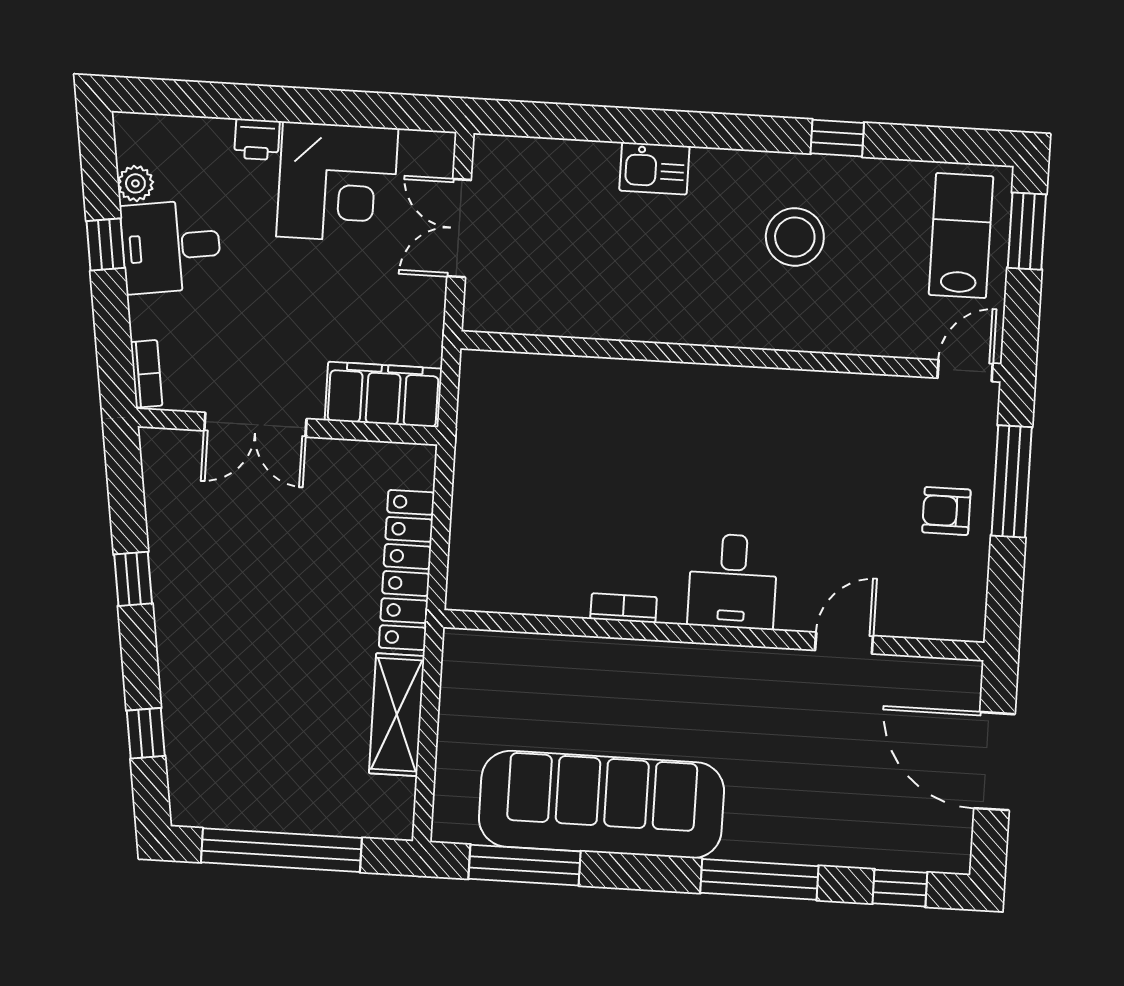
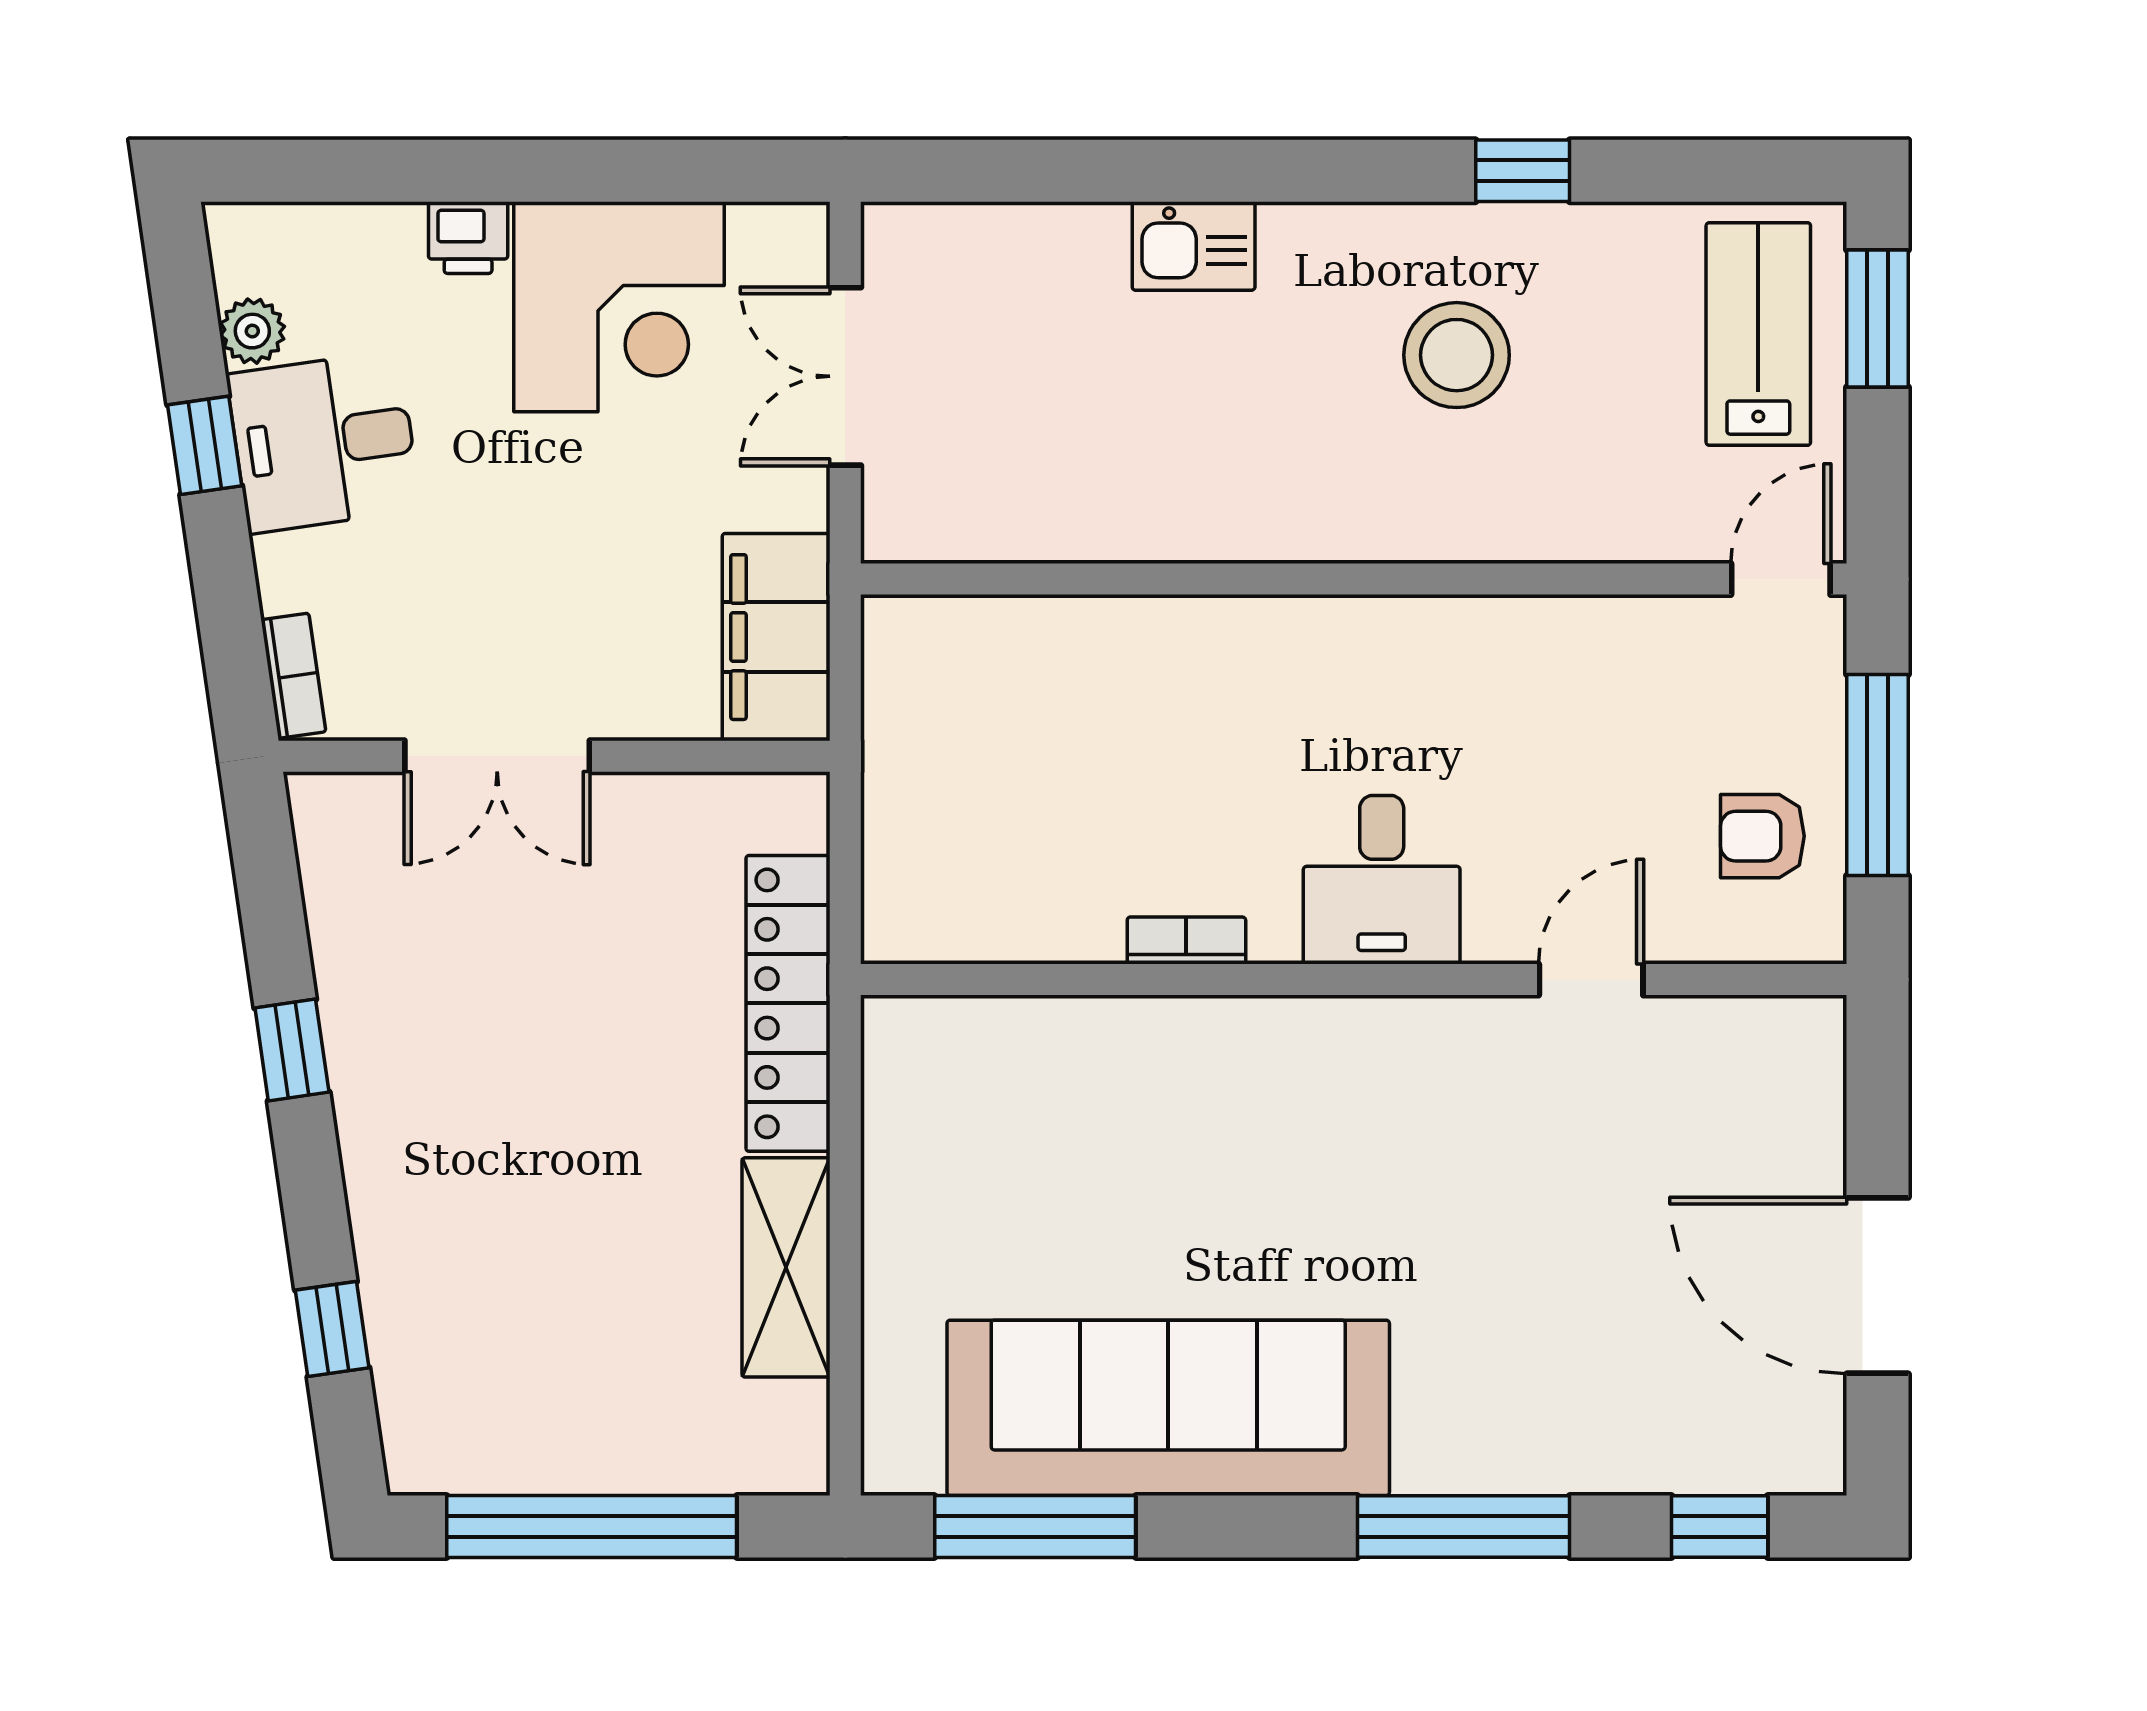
filing cabinet: (383, 394) -> (776, 637), moved, turned -90
desk: (733, 581) -> (1382, 880), moved
bookcase: (624, 608) -> (1186, 941), moved
wall: (714, 635) -> (1354, 980), moved
door: (844, 643) -> (1591, 980), moved

